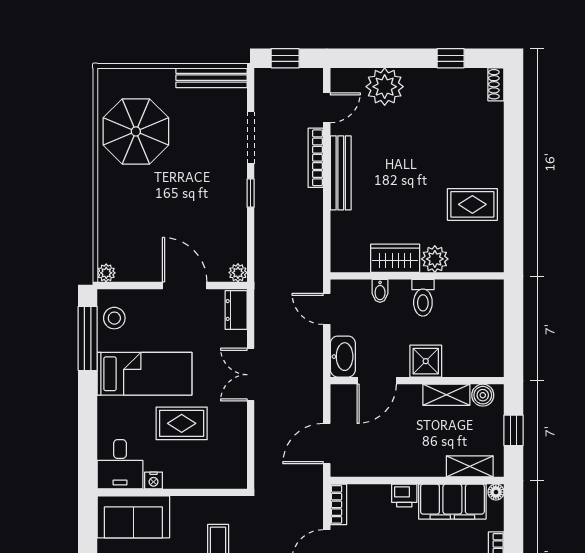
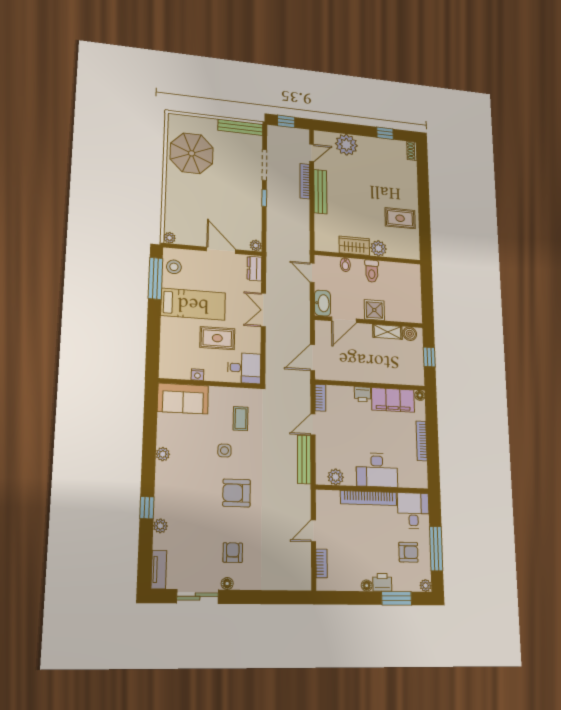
desk: (120, 464) -> (244, 368), moved, turned -90
shelving: (470, 466) -> (403, 378), removed

